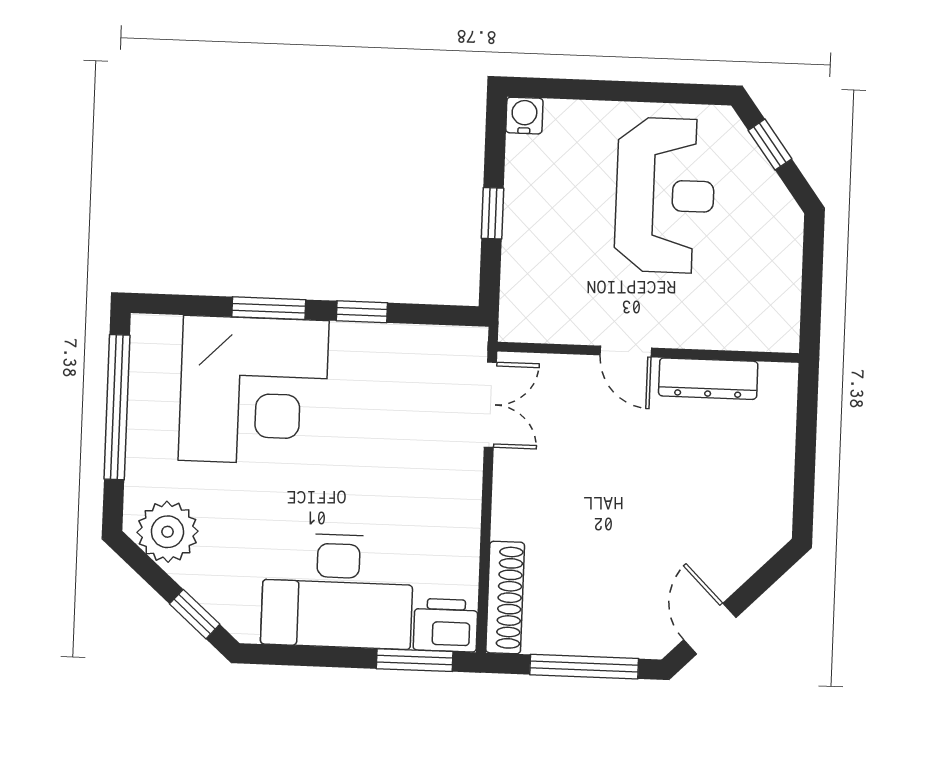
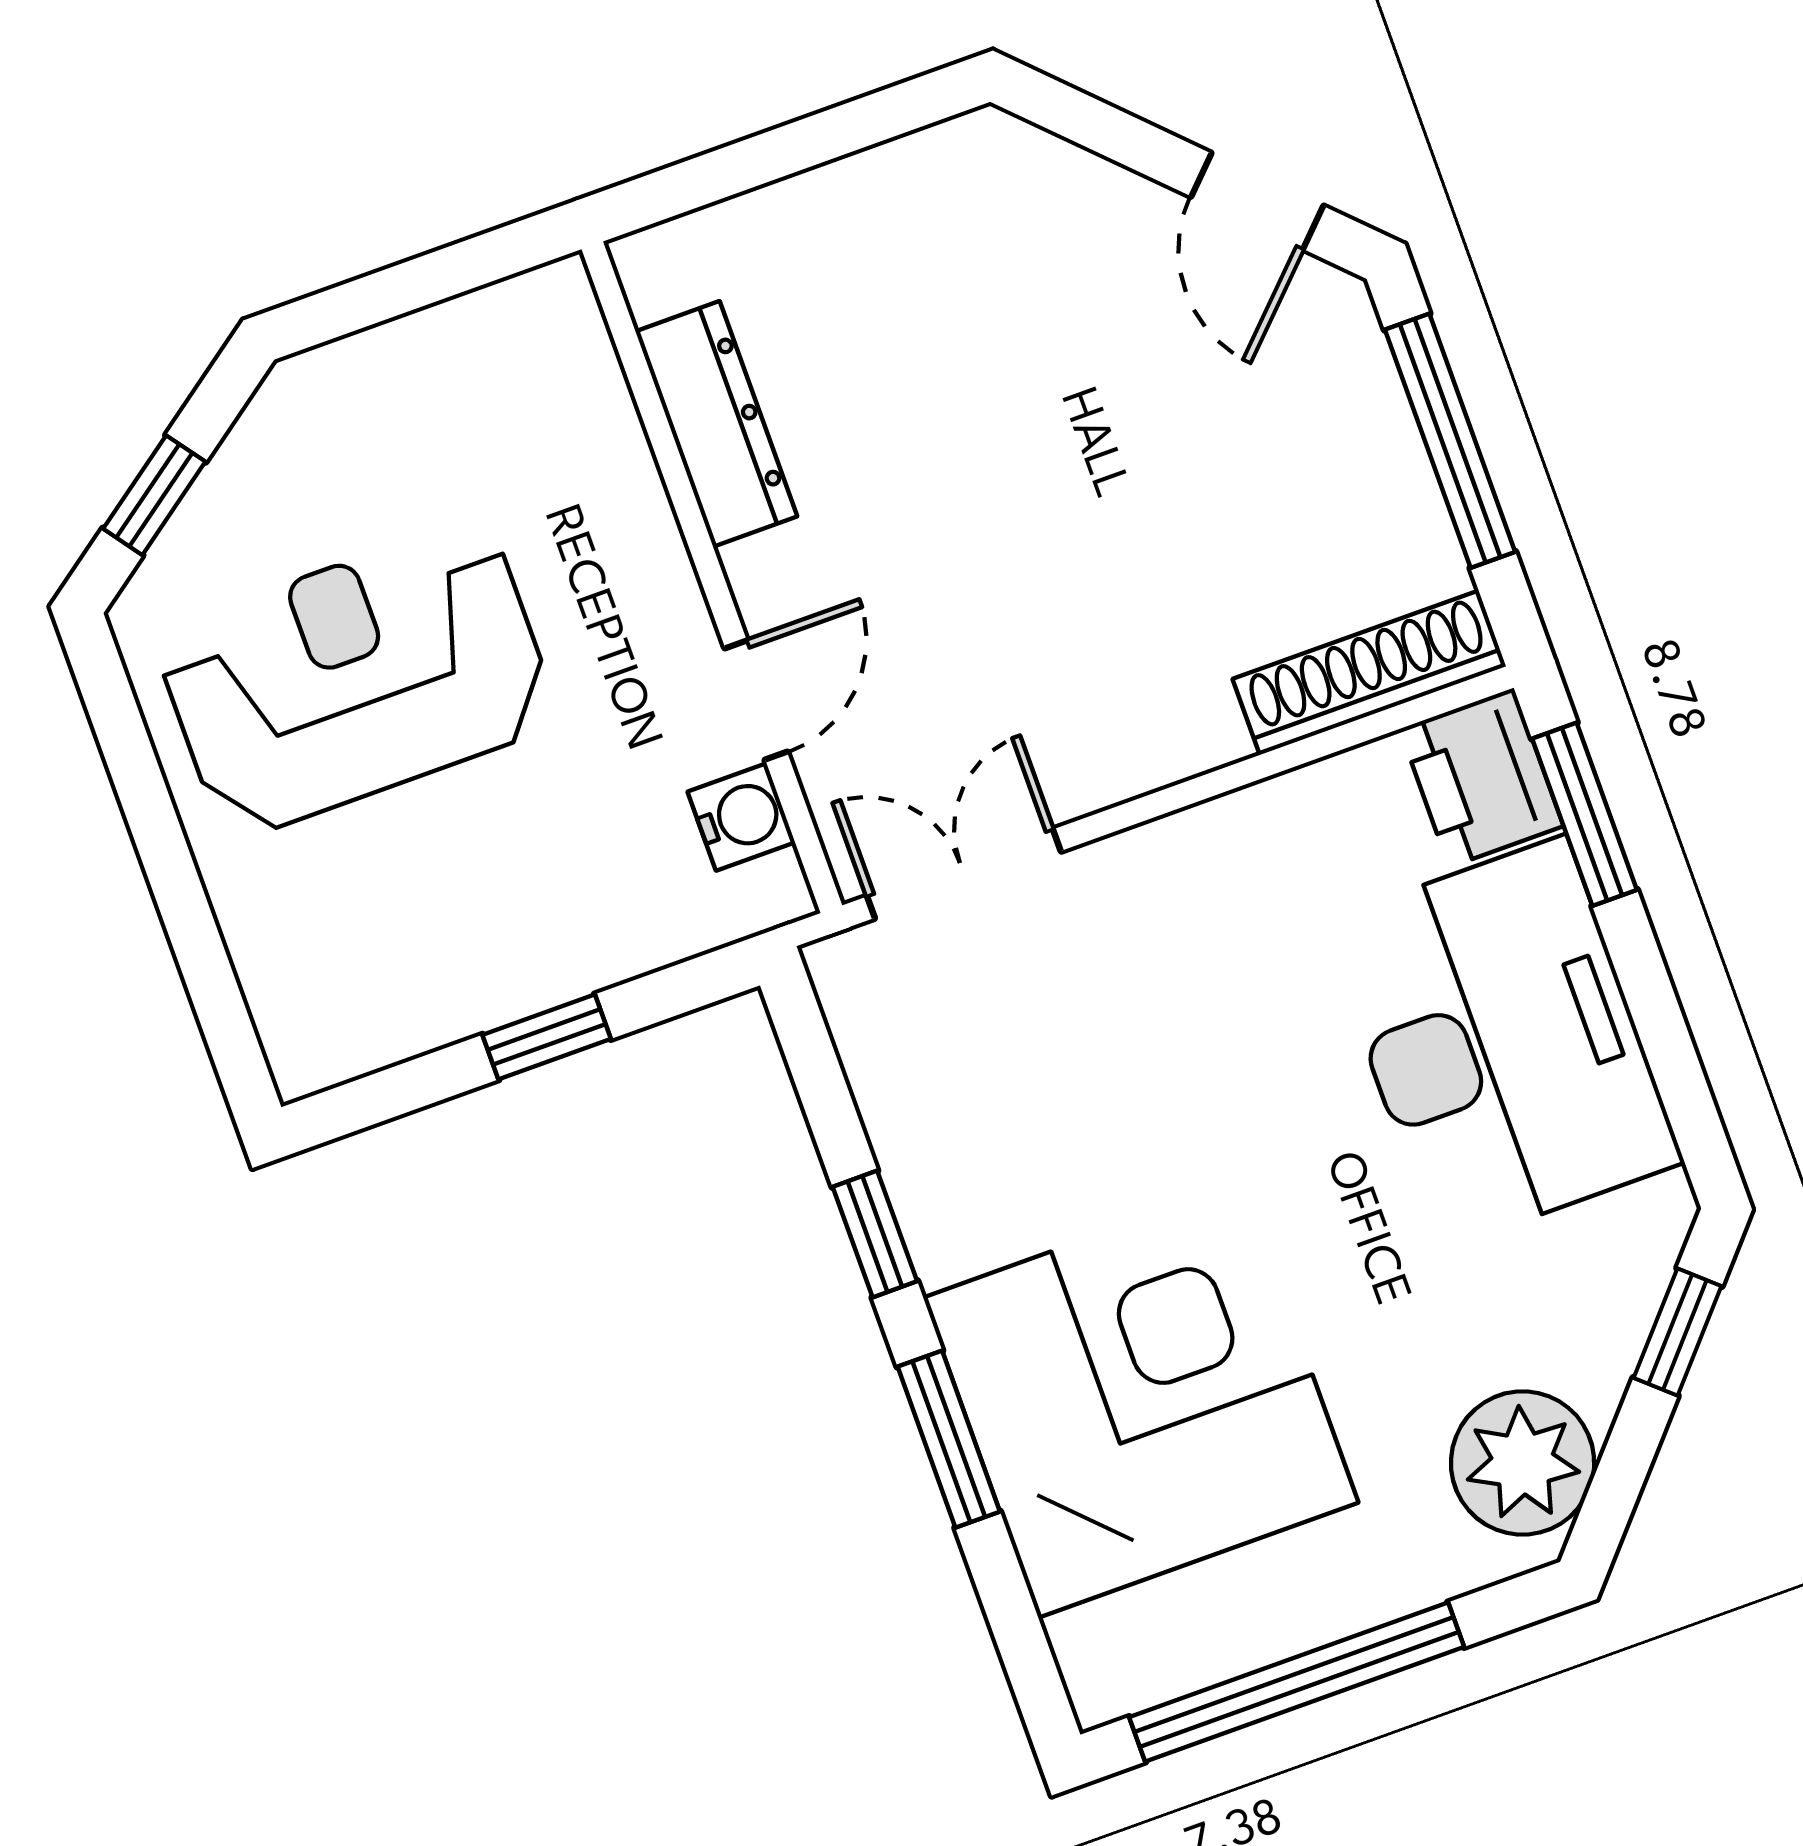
water cooler: (524, 116) -> (741, 817), moved, turned 180
door: (626, 351) -> (756, 700), moved
door: (710, 629) -> (1257, 201), hinge flipped

